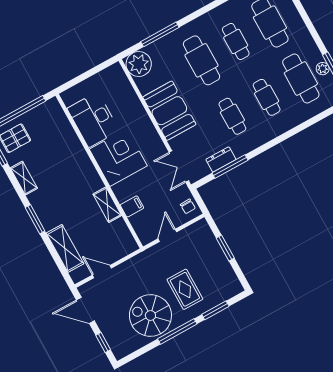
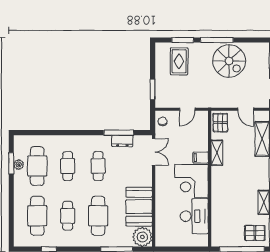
booth: (169, 111) -> (139, 207), moved
filing cabinet: (132, 206) -> (201, 158), moved
pallet: (122, 241) -> (220, 123), added
window: (225, 248) -> (153, 90), moved
rug: (185, 289) -> (179, 61), moved

